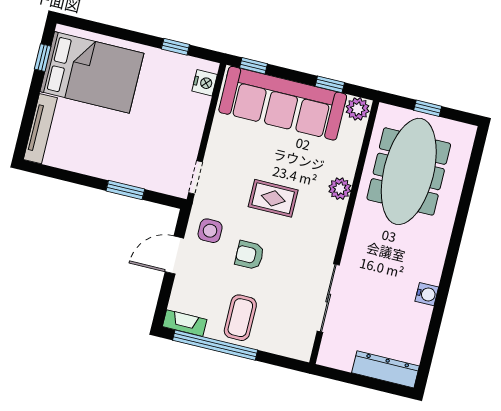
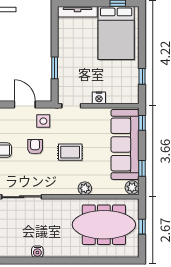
nightstand: (205, 83) -> (99, 98), moved
rug: (273, 198) -> (70, 152), turned 90

